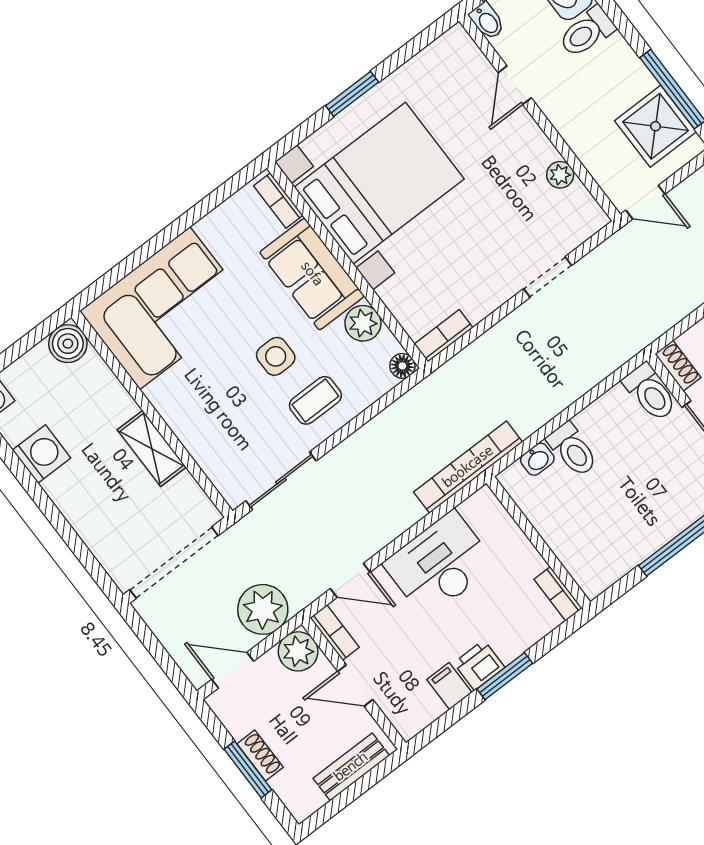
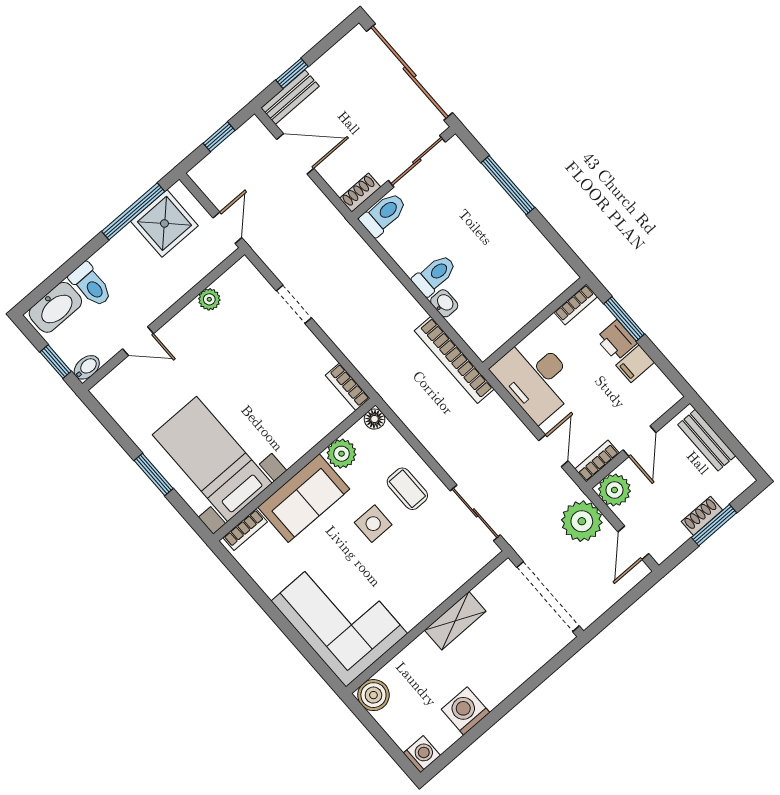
bed with nightstands: (379, 183) -> (212, 459), width x0.73
wall: (538, 543) -> (534, 323), moved
bookcase: (558, 594) -> (576, 304), moved

